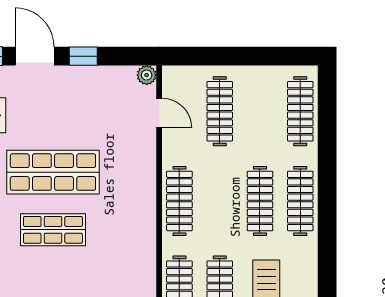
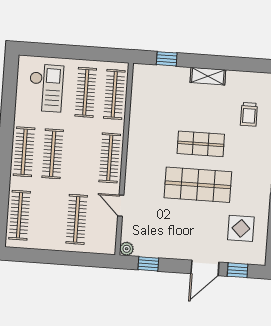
door: (35, 56) -> (205, 268), hinge flipped
window: (83, 56) -> (148, 264), moved
door: (159, 113) -> (121, 206), moved

